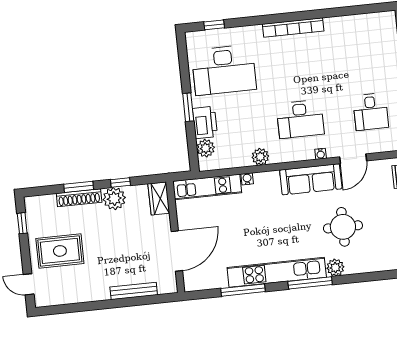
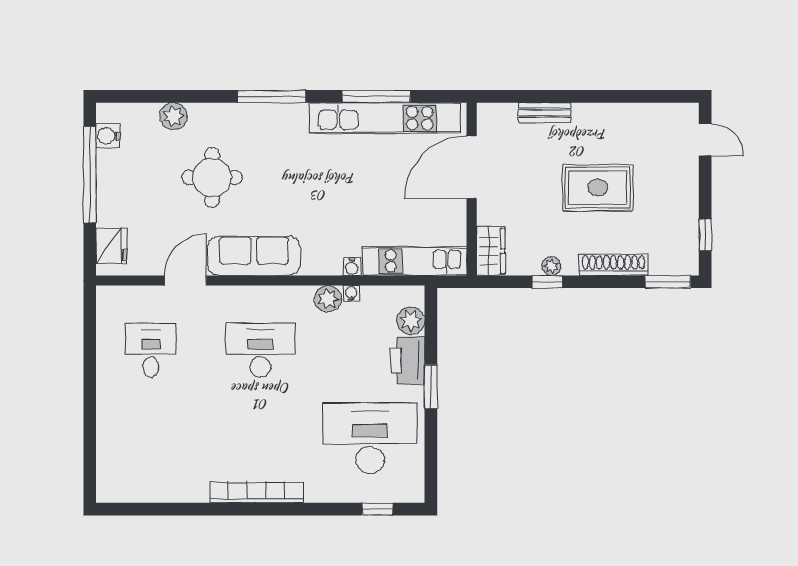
water cooler: (321, 154) -> (351, 293), moved
window: (79, 187) -> (668, 282), moved
plant: (114, 199) -> (551, 266), width x0.53, depth x0.53
rug: (60, 251) -> (598, 188), moved
plant: (335, 268) -> (174, 116), moved
kitchen unit: (277, 272) -> (385, 118), moved
bench: (134, 291) -> (544, 113), width x0.73

